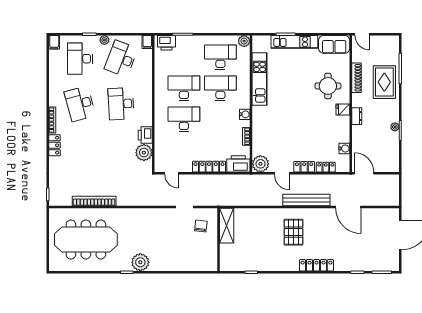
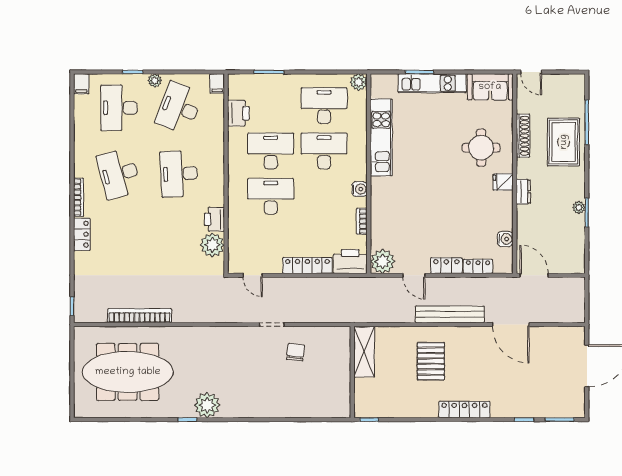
printer: (167, 43) -> (238, 113), moved, turned -90
shelving: (227, 226) -> (364, 352), moved
wall: (218, 240) -> (352, 372), moved

